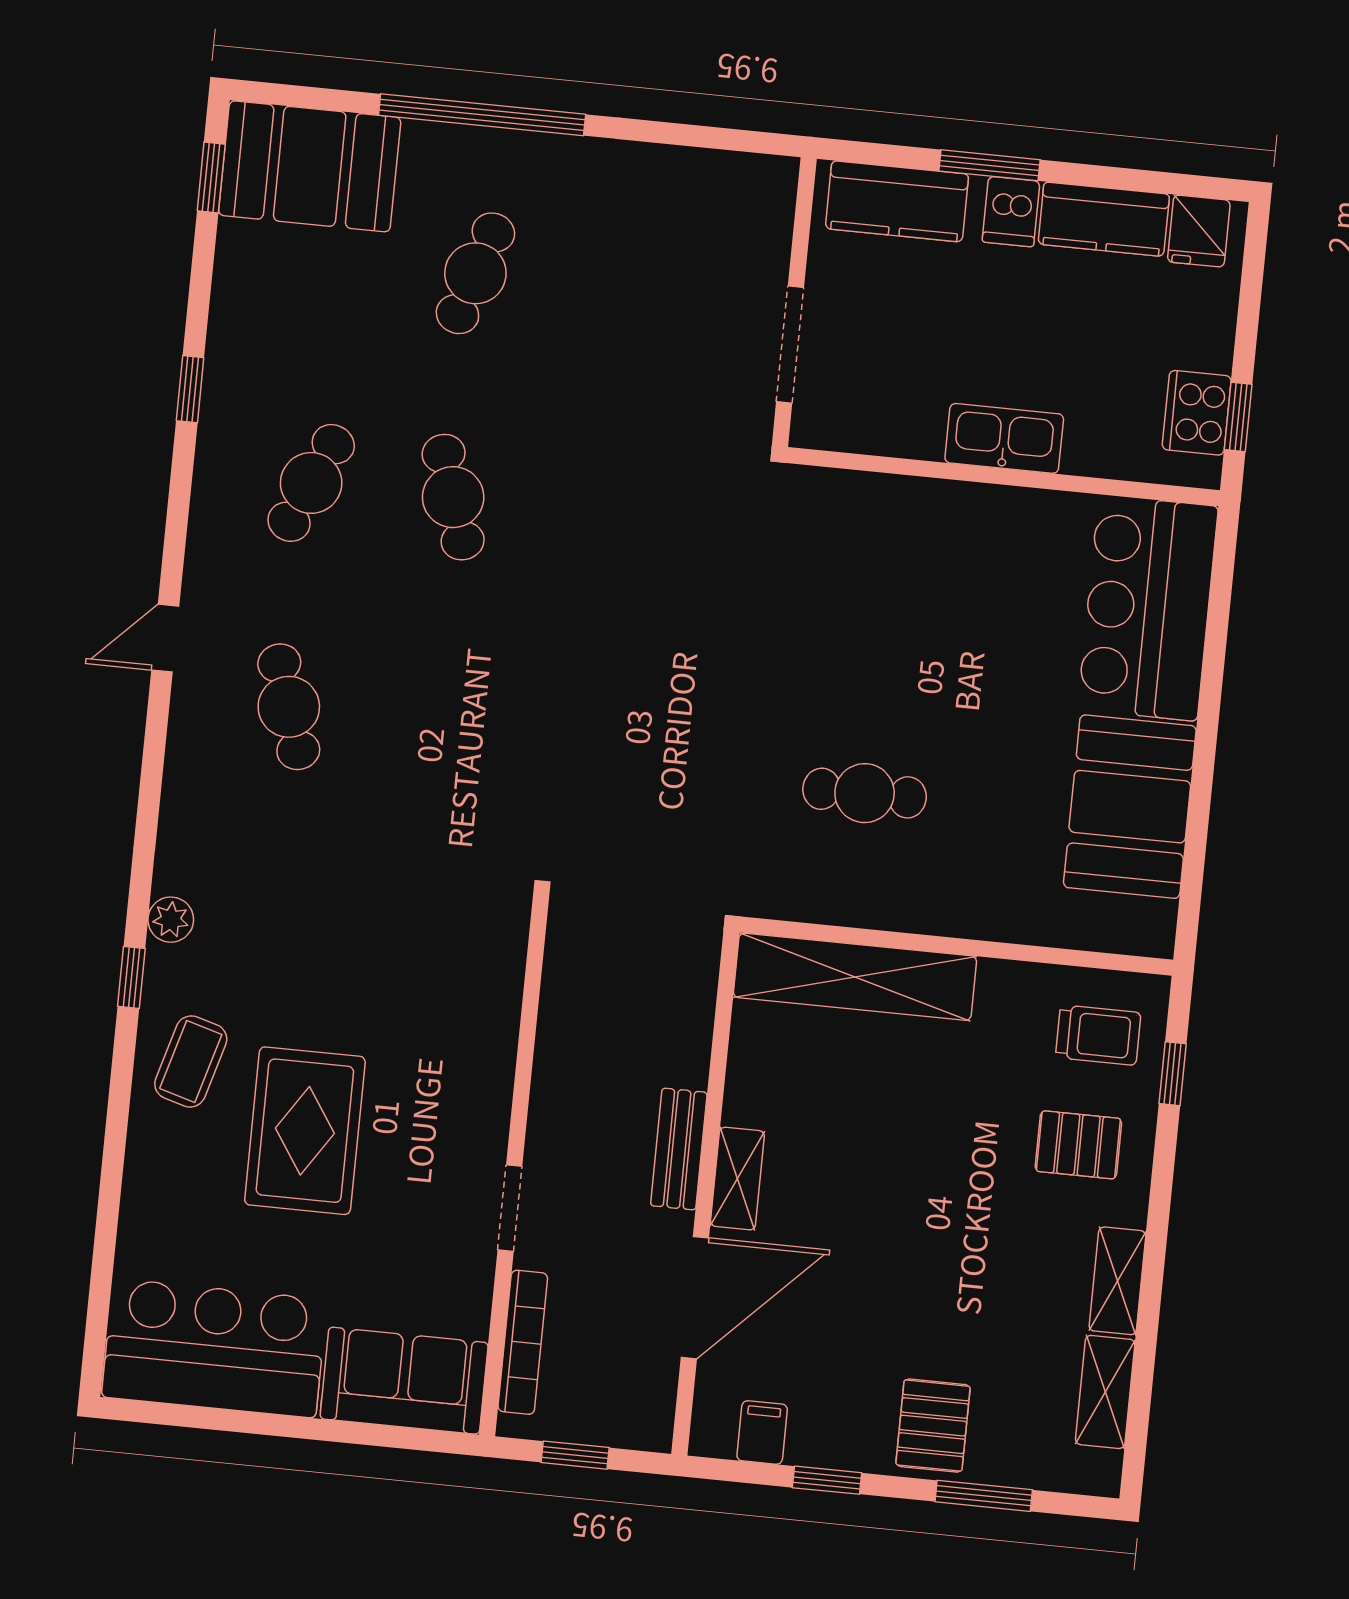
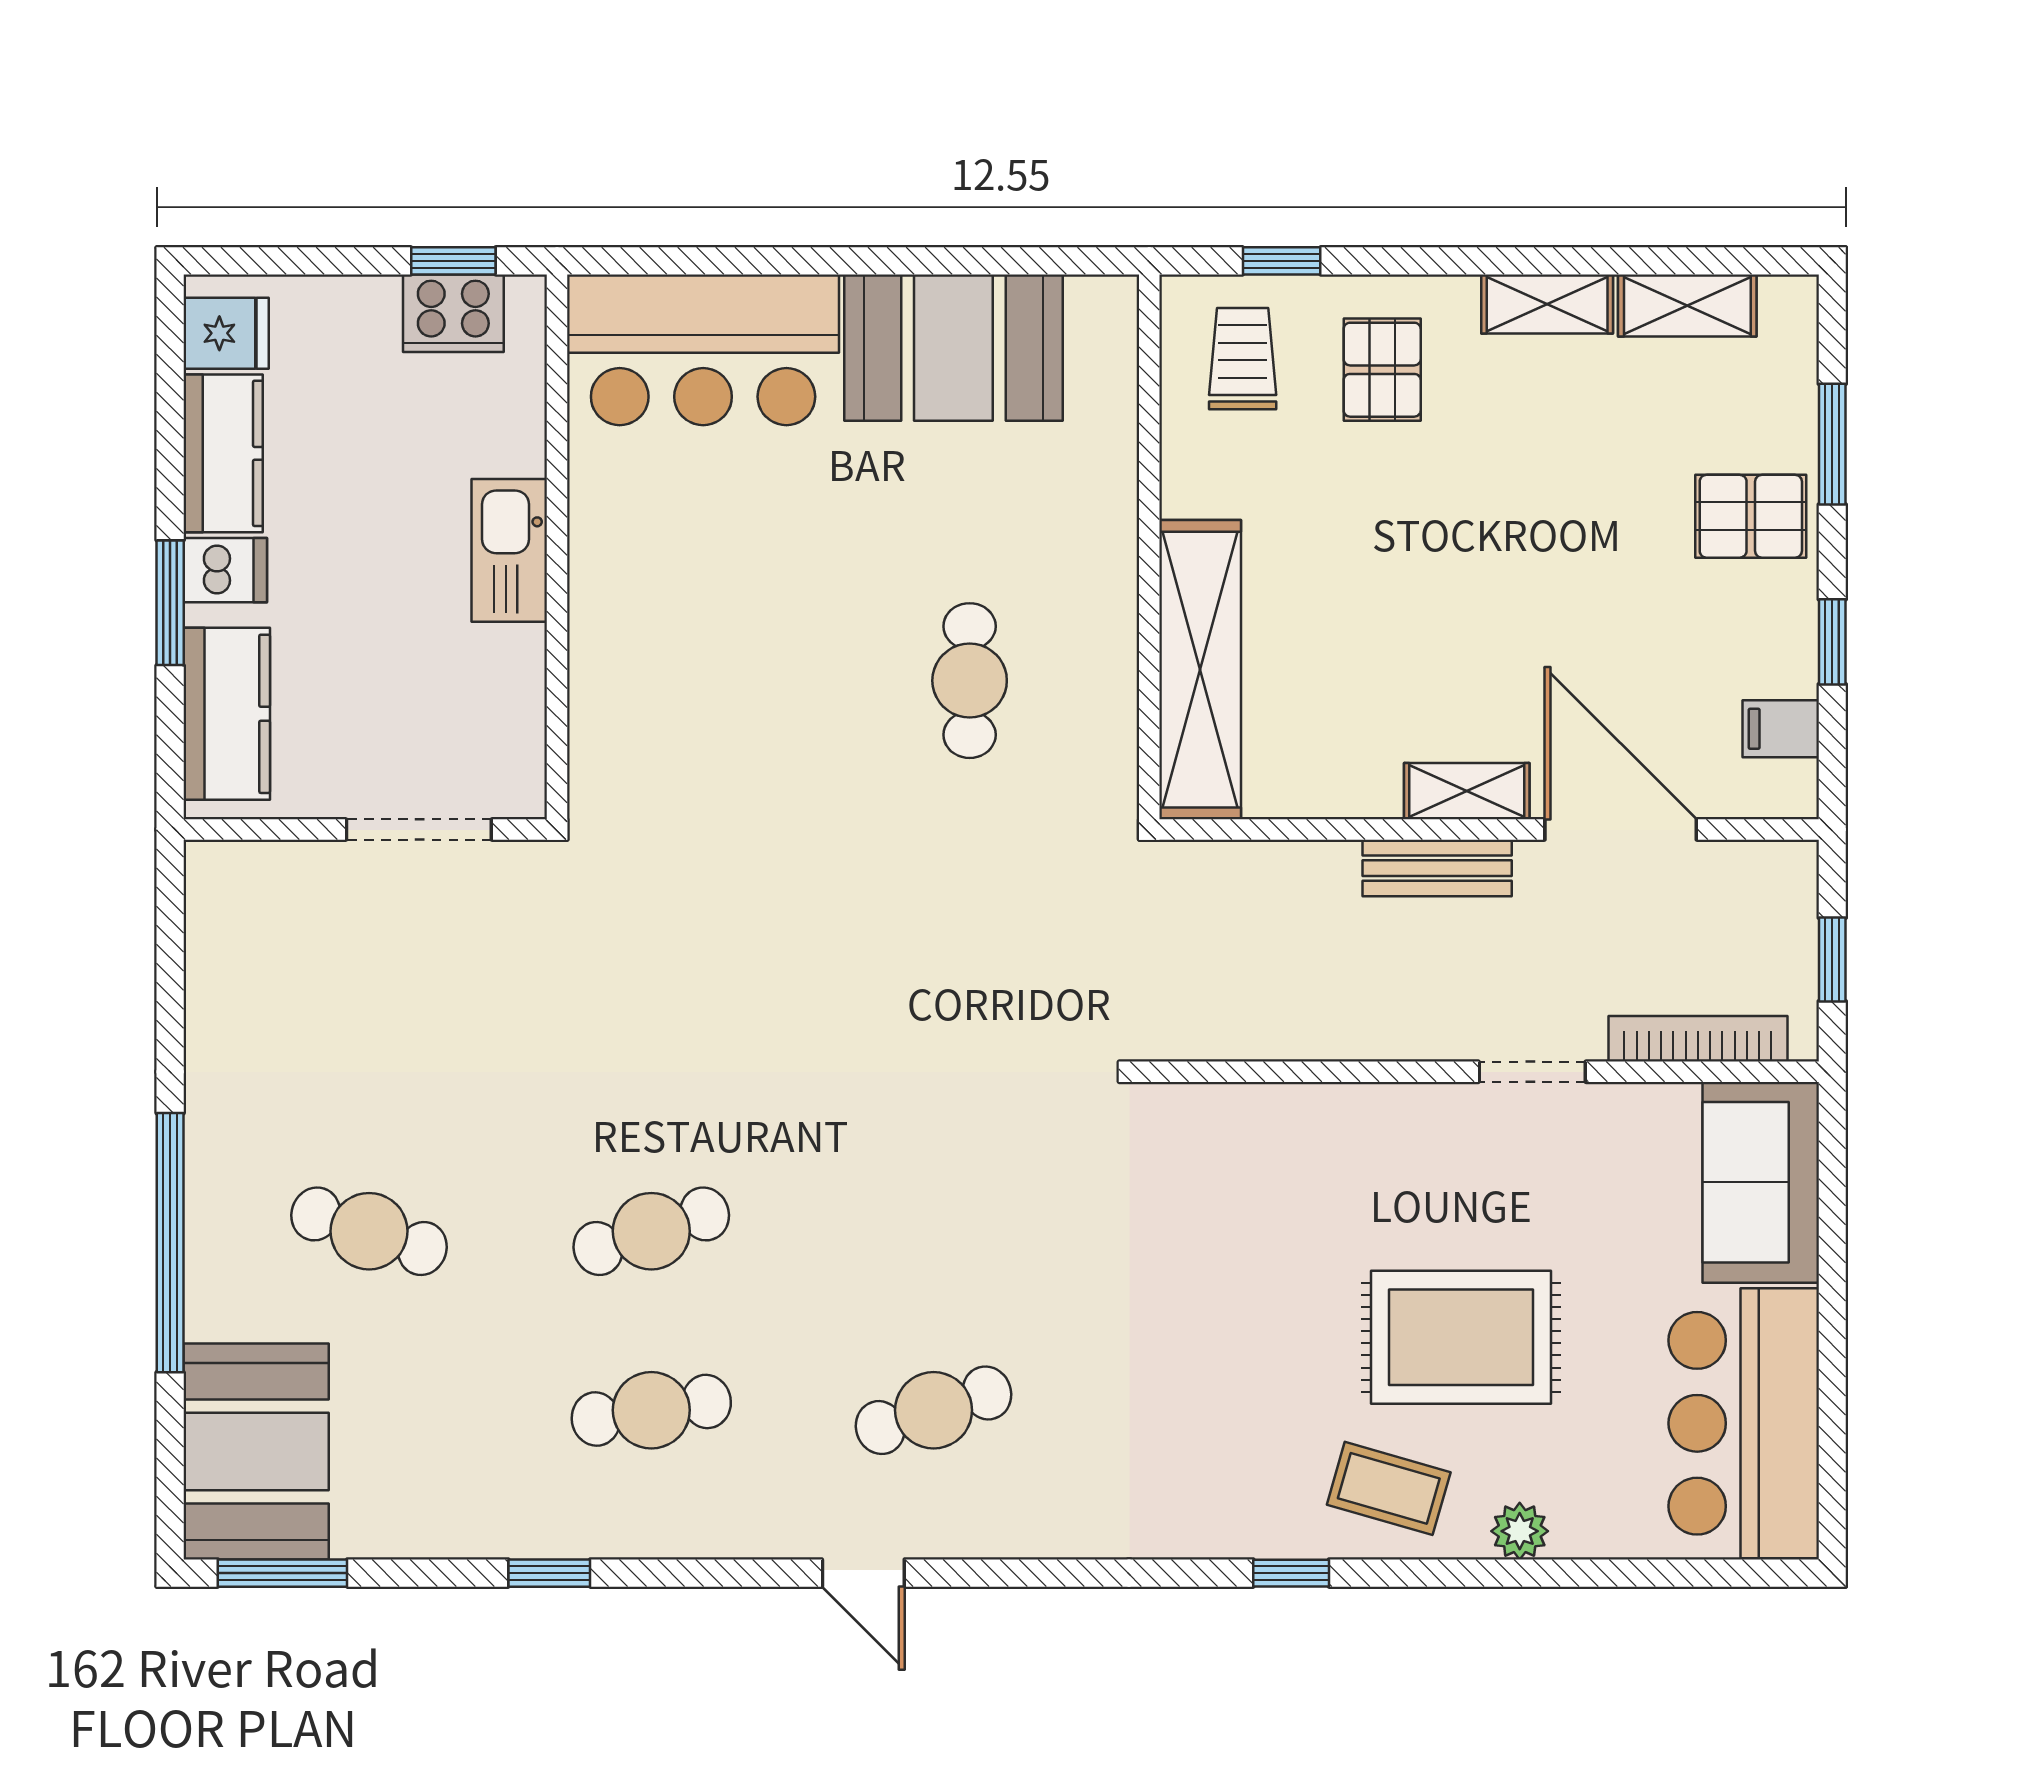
window: (211, 178) -> (282, 1573), width x1.50
cafe table: (311, 483) -> (651, 1410), turned -33
plant: (171, 920) -> (1520, 1531), moved

